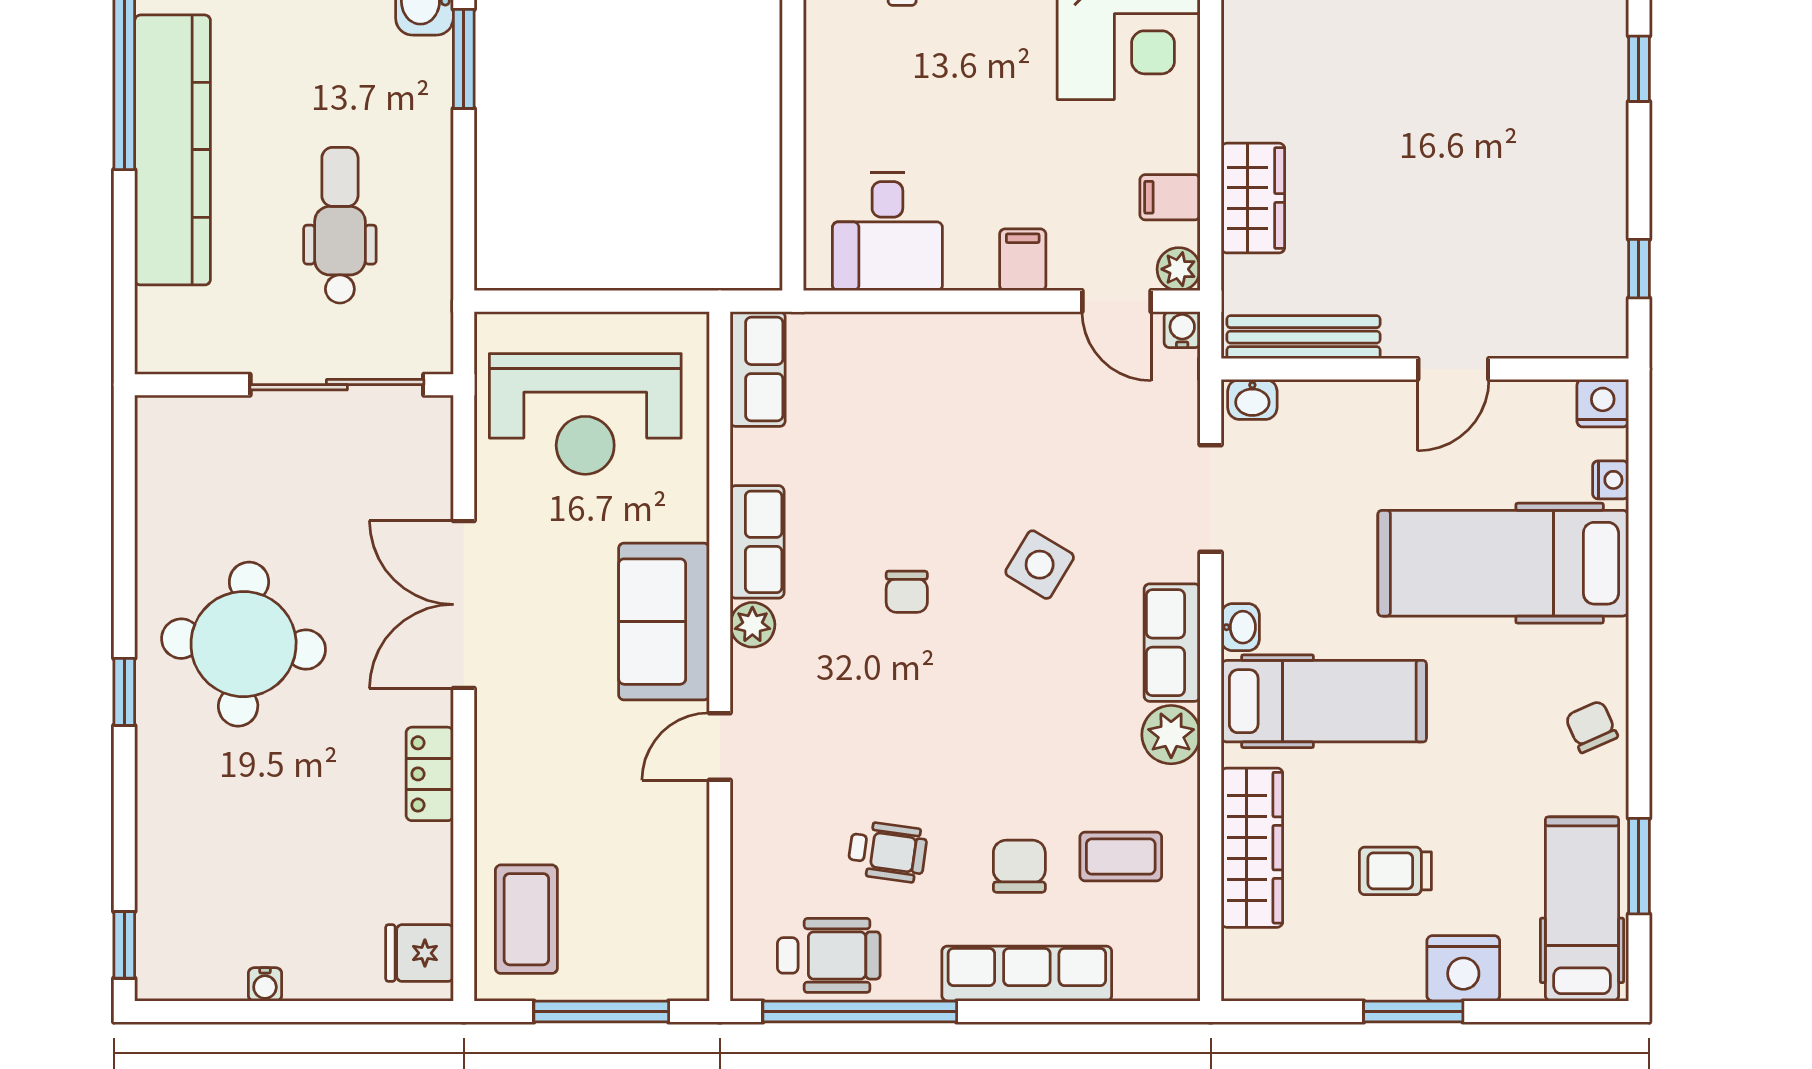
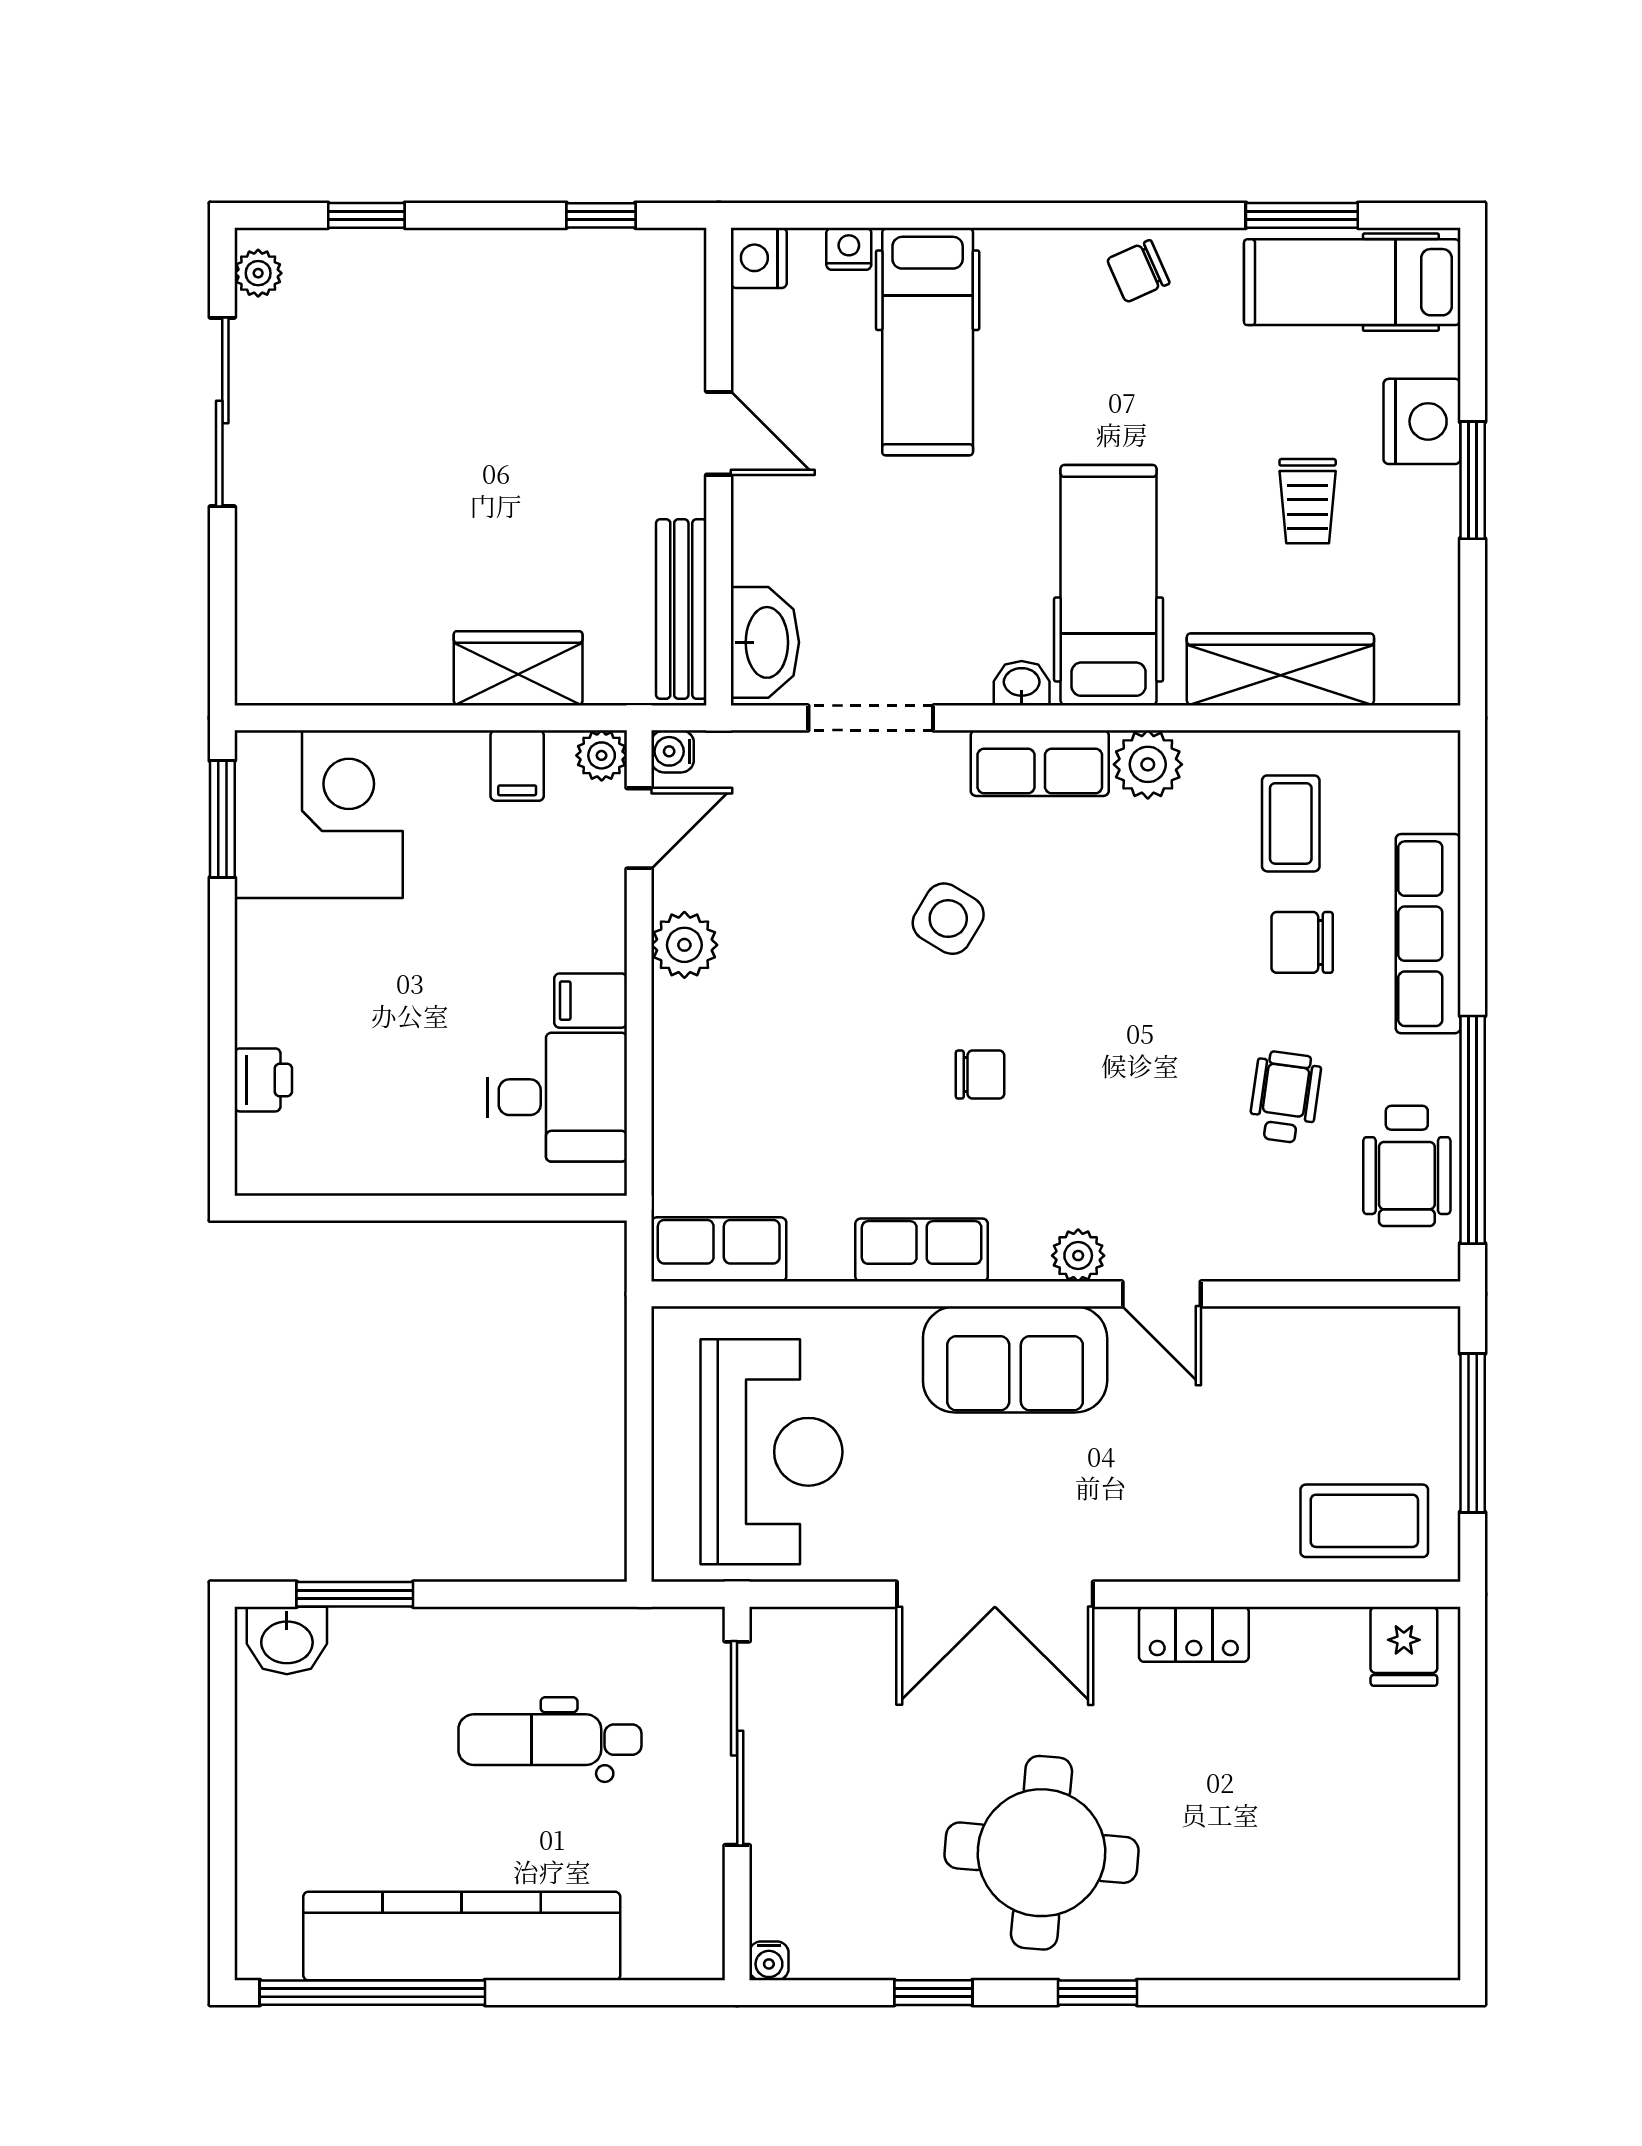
filing cabinet: (1023, 260) -> (591, 1001), moved
plant: (1017, 340) -> (684, 945), added
washbasin: (1252, 399) -> (765, 642), width x1.91, depth x1.45
hospital bed: (1503, 563) -> (928, 342), width x0.73, depth x0.78
plant: (752, 625) -> (1078, 1256), moved
window: (124, 945) -> (933, 1993), moved
wheelchair: (829, 955) -> (1407, 1166), turned 180
water cooler: (265, 984) -> (769, 1961), moved, turned 90

